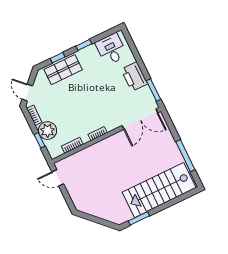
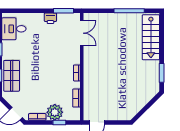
printer: (134, 77) -> (50, 18), width x0.53, depth x0.68
double door: (140, 119) -> (82, 33), width x0.73
stairs: (159, 190) -> (151, 37), width x0.73, depth x0.66

